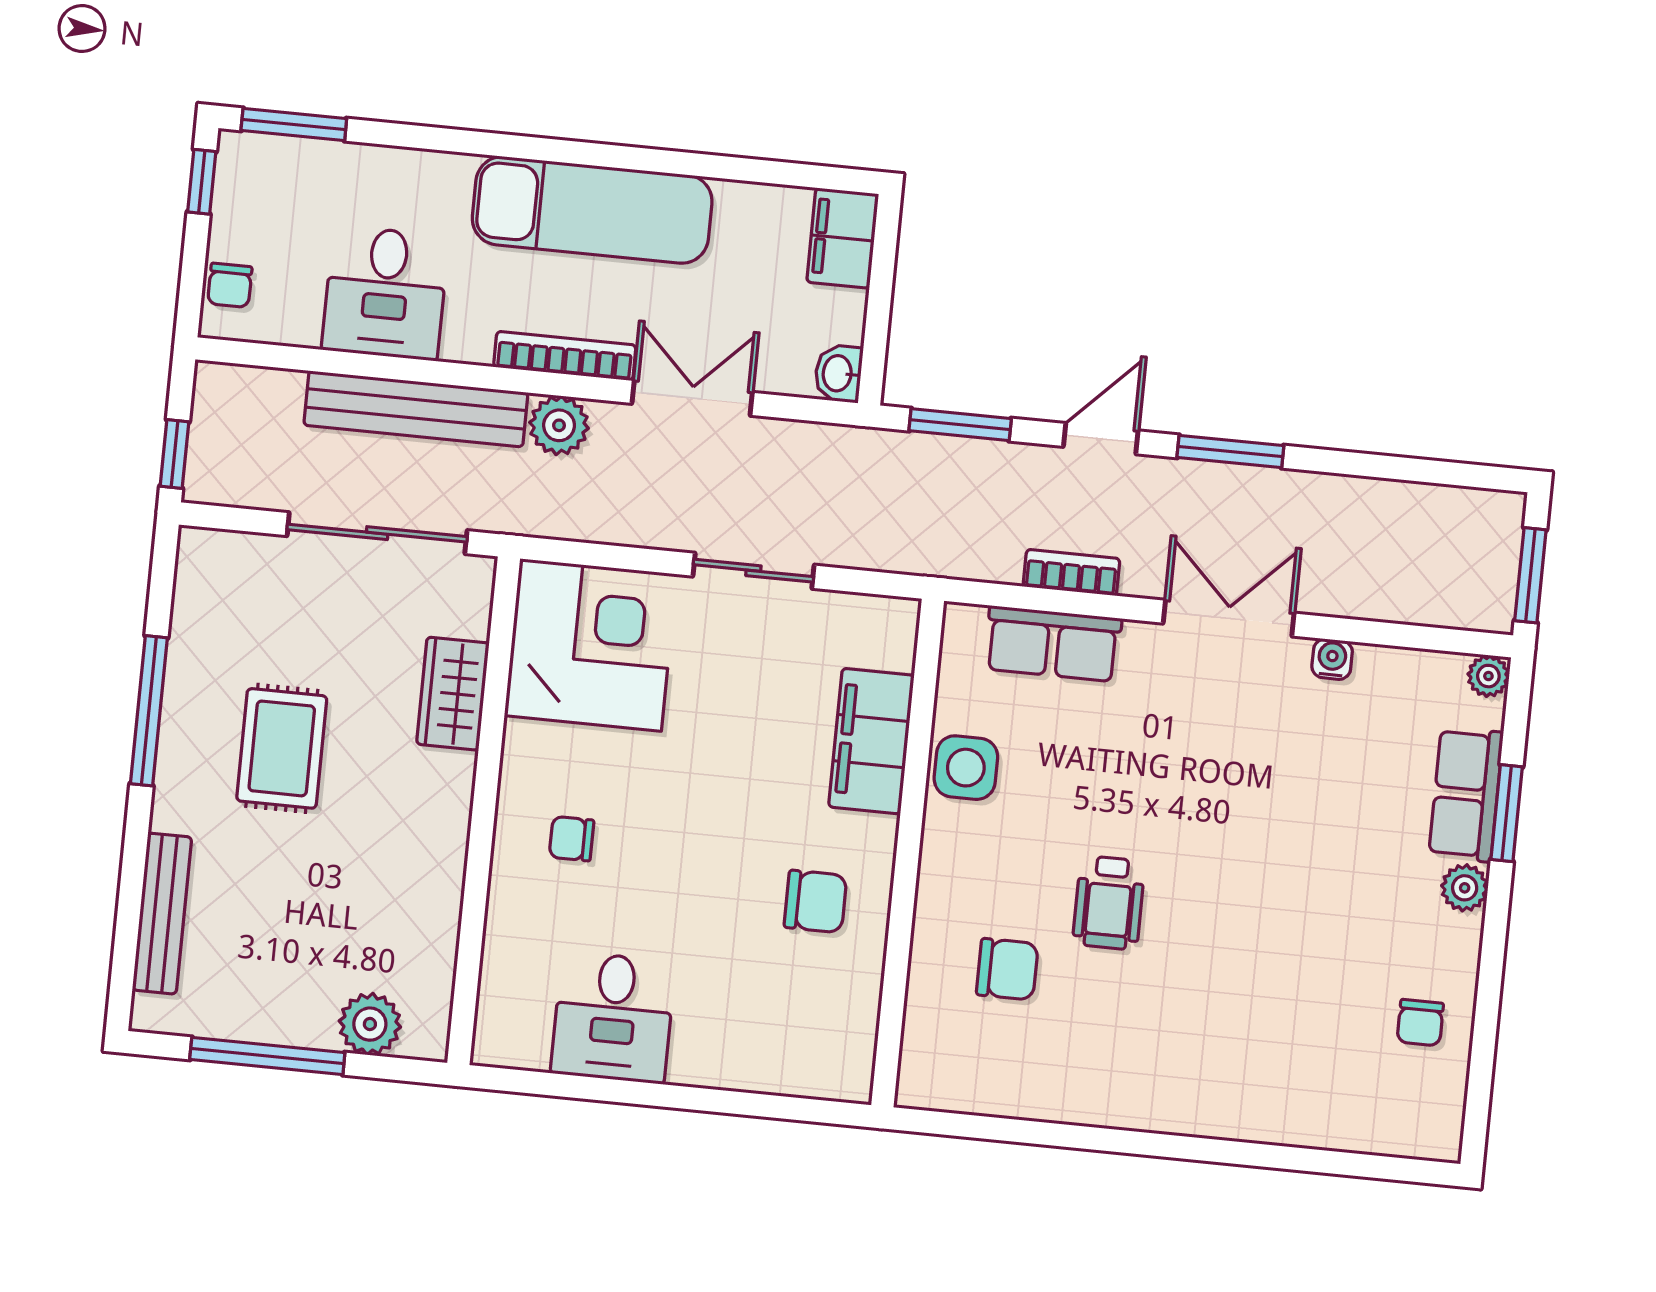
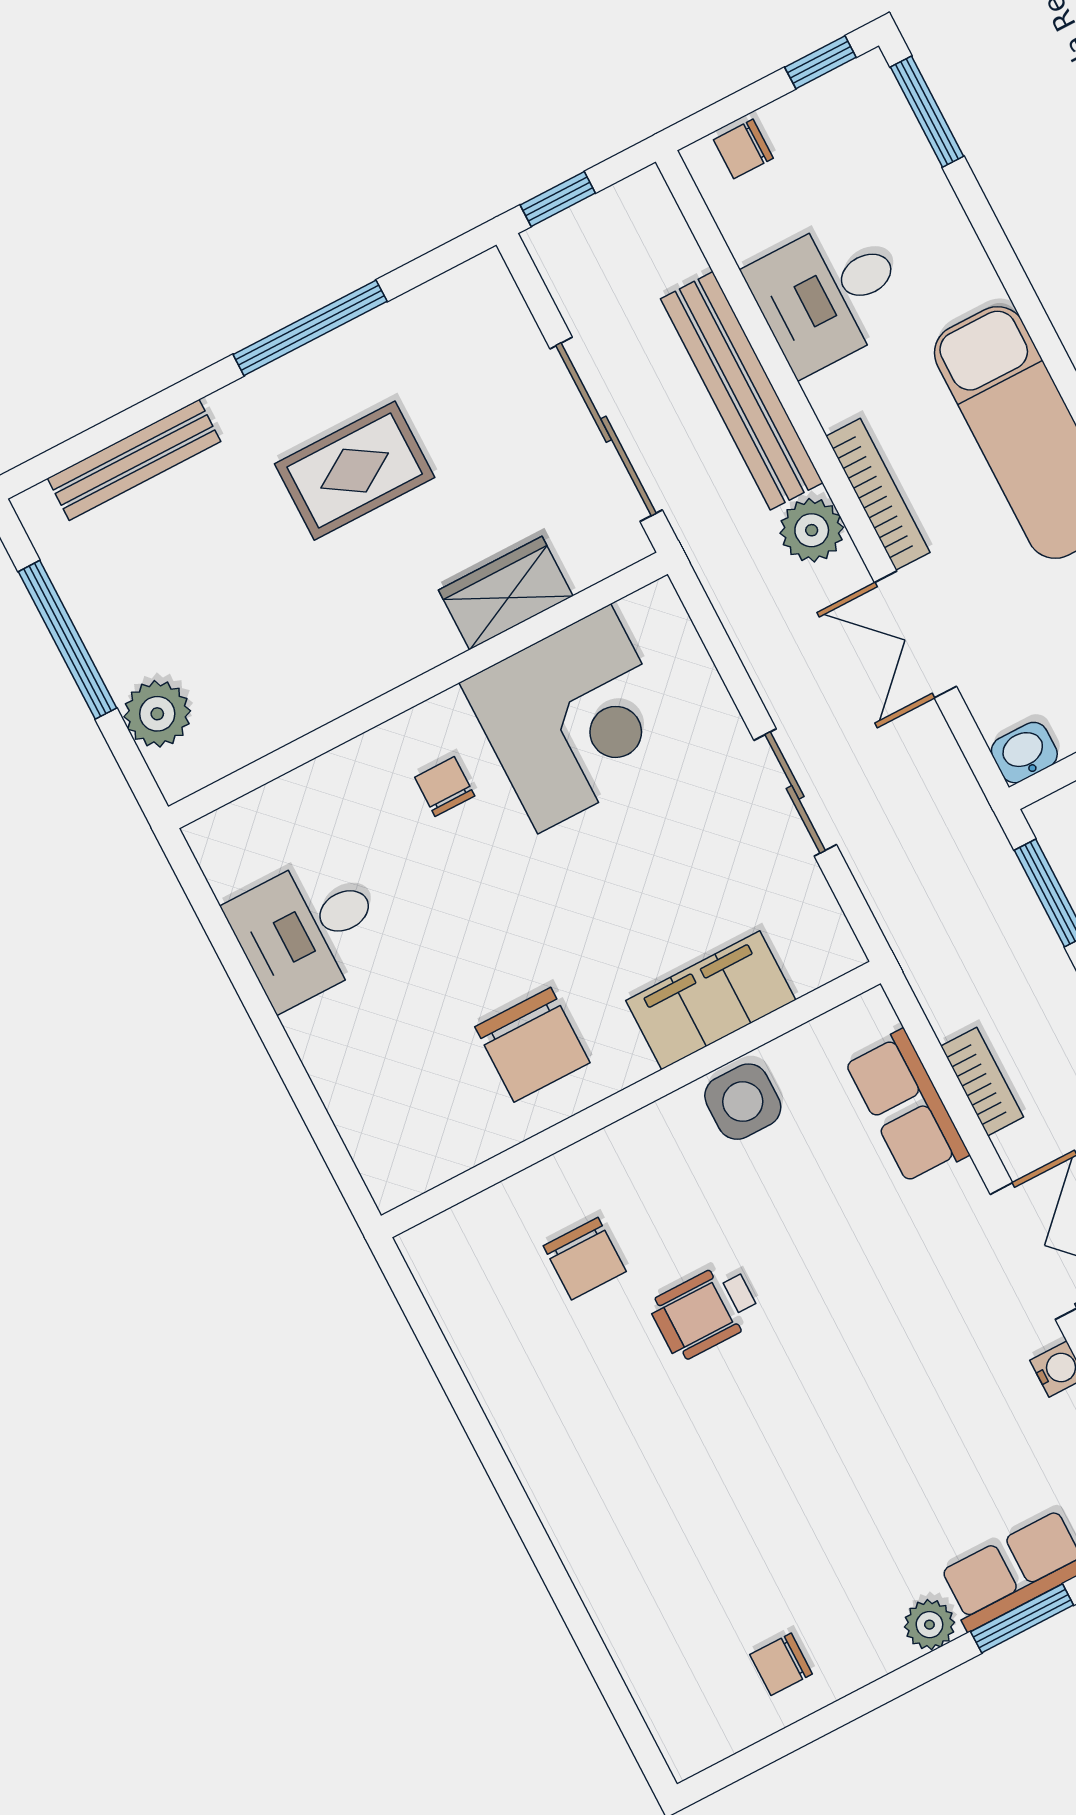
double door: (692, 398) -> (916, 634), swing flipped
corner desk: (591, 645) -> (574, 719), moved
chair: (816, 901) -> (532, 1045), width x1.37, depth x1.37

